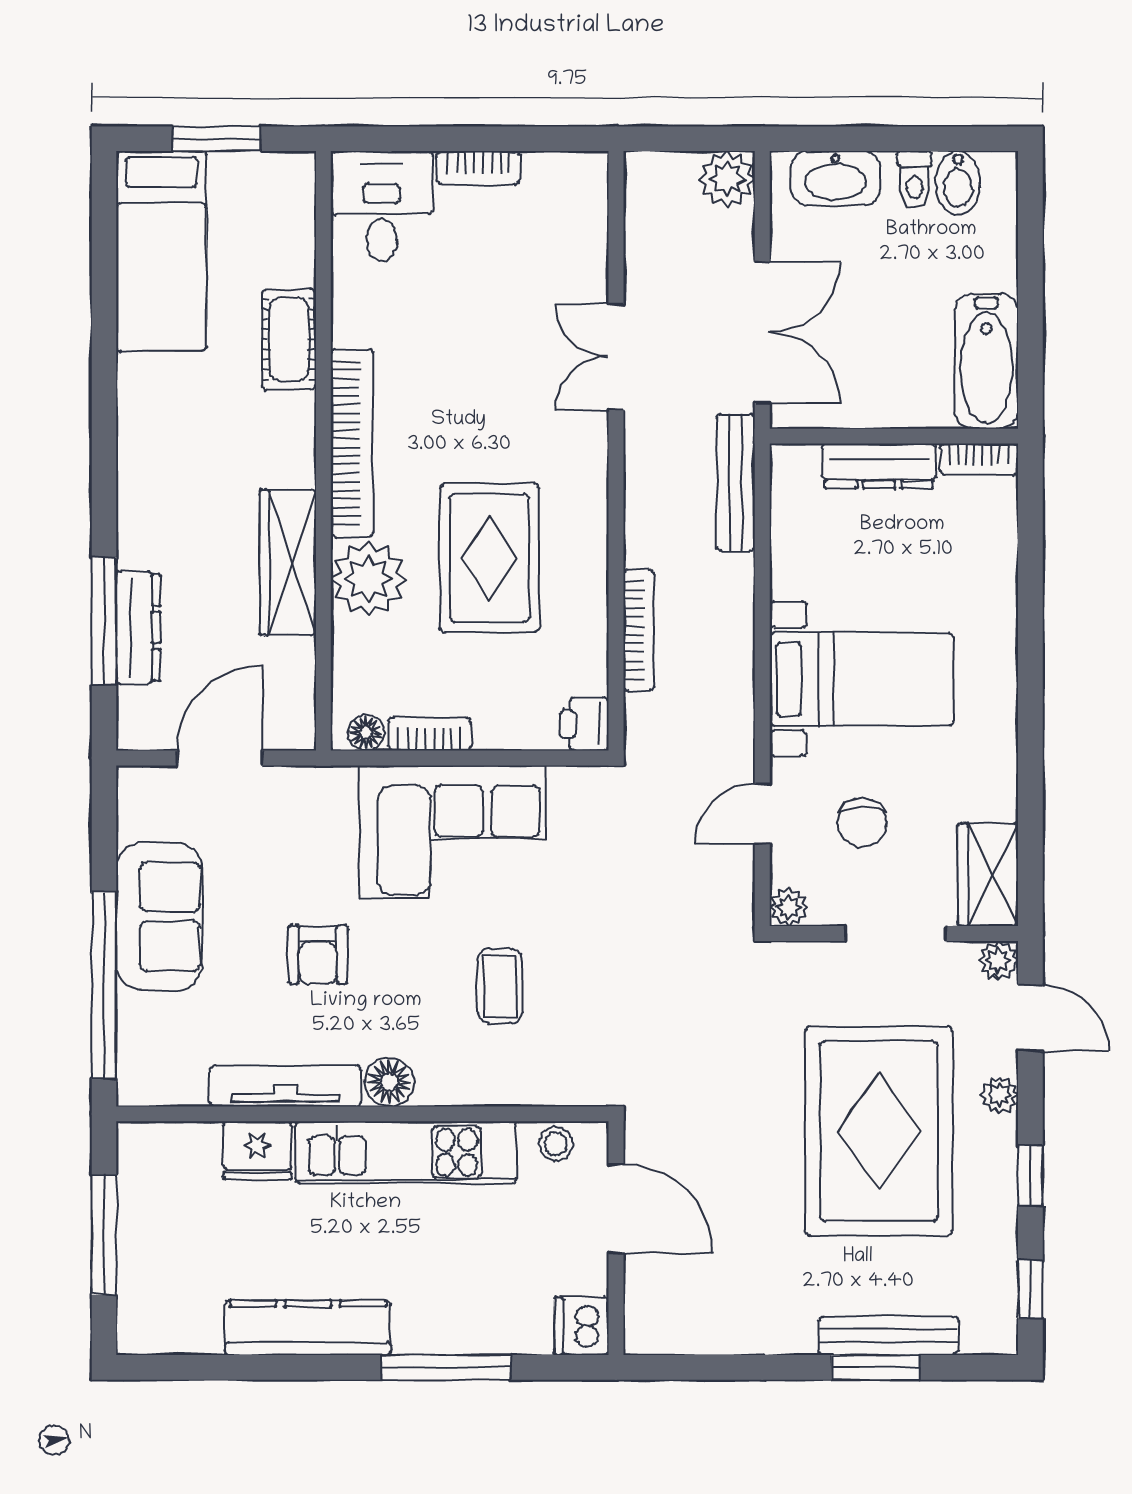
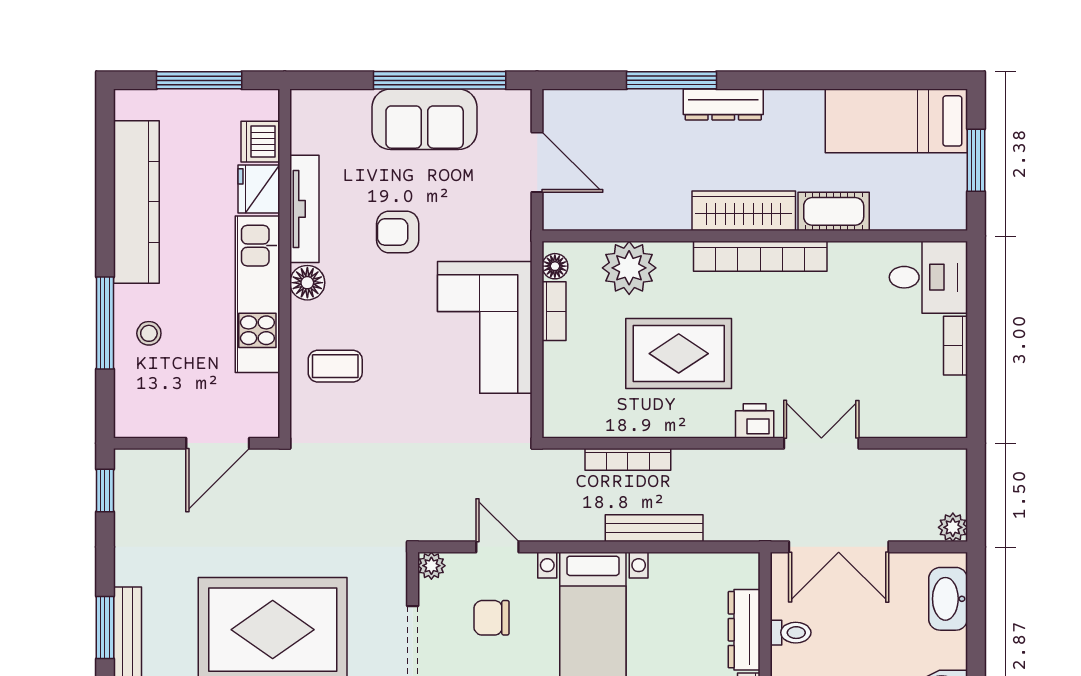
plant: (727, 179) -> (953, 527), width x0.73, depth x0.73
toilet: (914, 180) -> (791, 633), moved, turned 180
bench: (736, 482) -> (654, 528), moved
wardrobe: (288, 562) -> (744, 211), moved
plant: (369, 579) -> (629, 268), moved
window: (104, 621) -> (671, 80), moved
dresser: (138, 628) -> (723, 105), moved
printer: (584, 724) -> (755, 421), moved
window: (104, 985) -> (440, 80), moved
coffee table: (500, 986) -> (335, 366), moved
stool: (556, 1144) -> (149, 333), moved
dishwasher: (582, 1326) -> (260, 142), moved, turned -90
kitchen counter: (308, 1328) -> (136, 202), width x1.39, depth x1.17
window: (683, 1367) -> (105, 490), added

